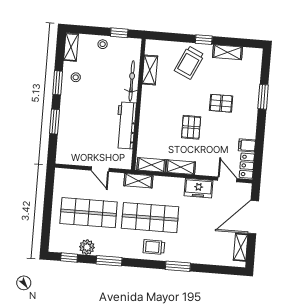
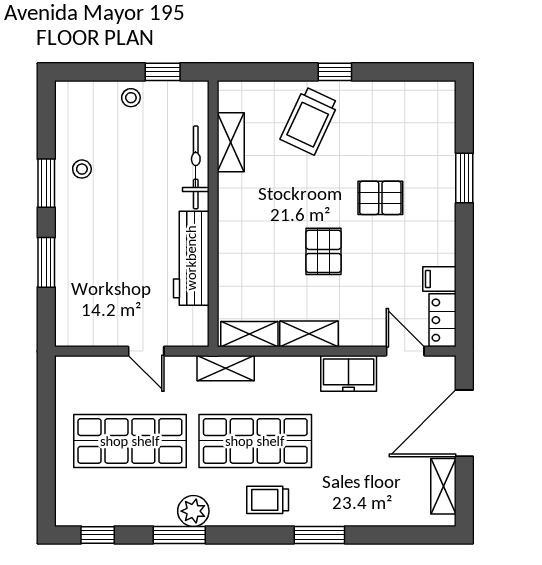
shelving: (71, 47) -> (67, 109), removed
shelving: (228, 52) -> (385, 94), removed
plant: (87, 247) -> (193, 511), moved

